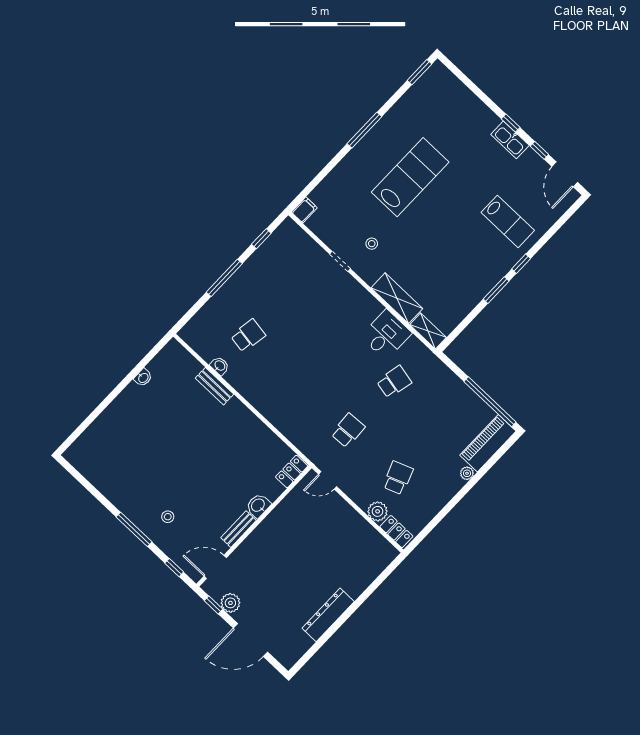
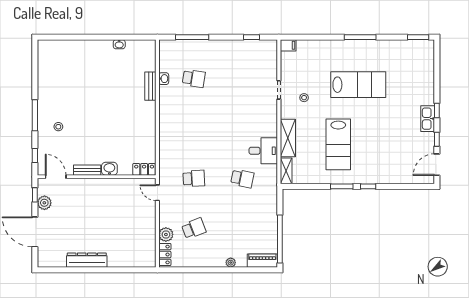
lab bench: (508, 221) -> (338, 144), moved, width x1.36, depth x1.39
window: (224, 278) -> (192, 37), moved
piano: (488, 443) -> (262, 261), width x0.73, depth x0.75

